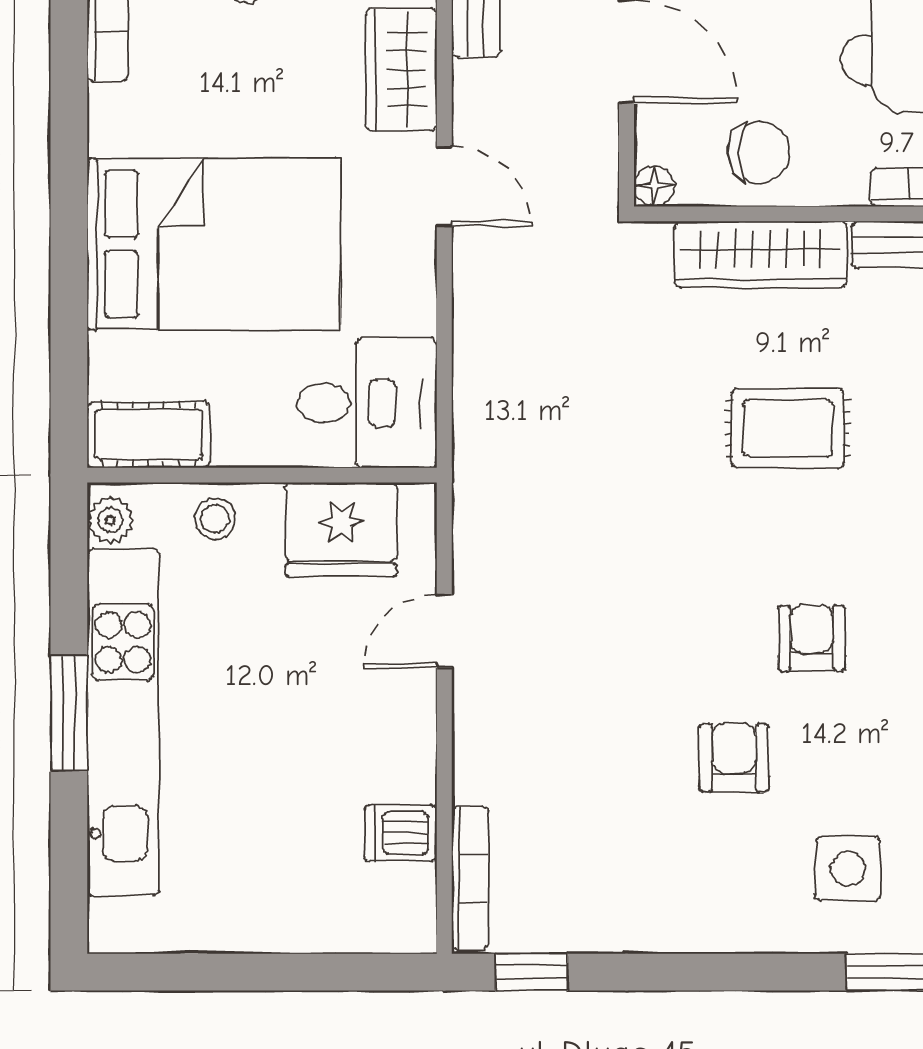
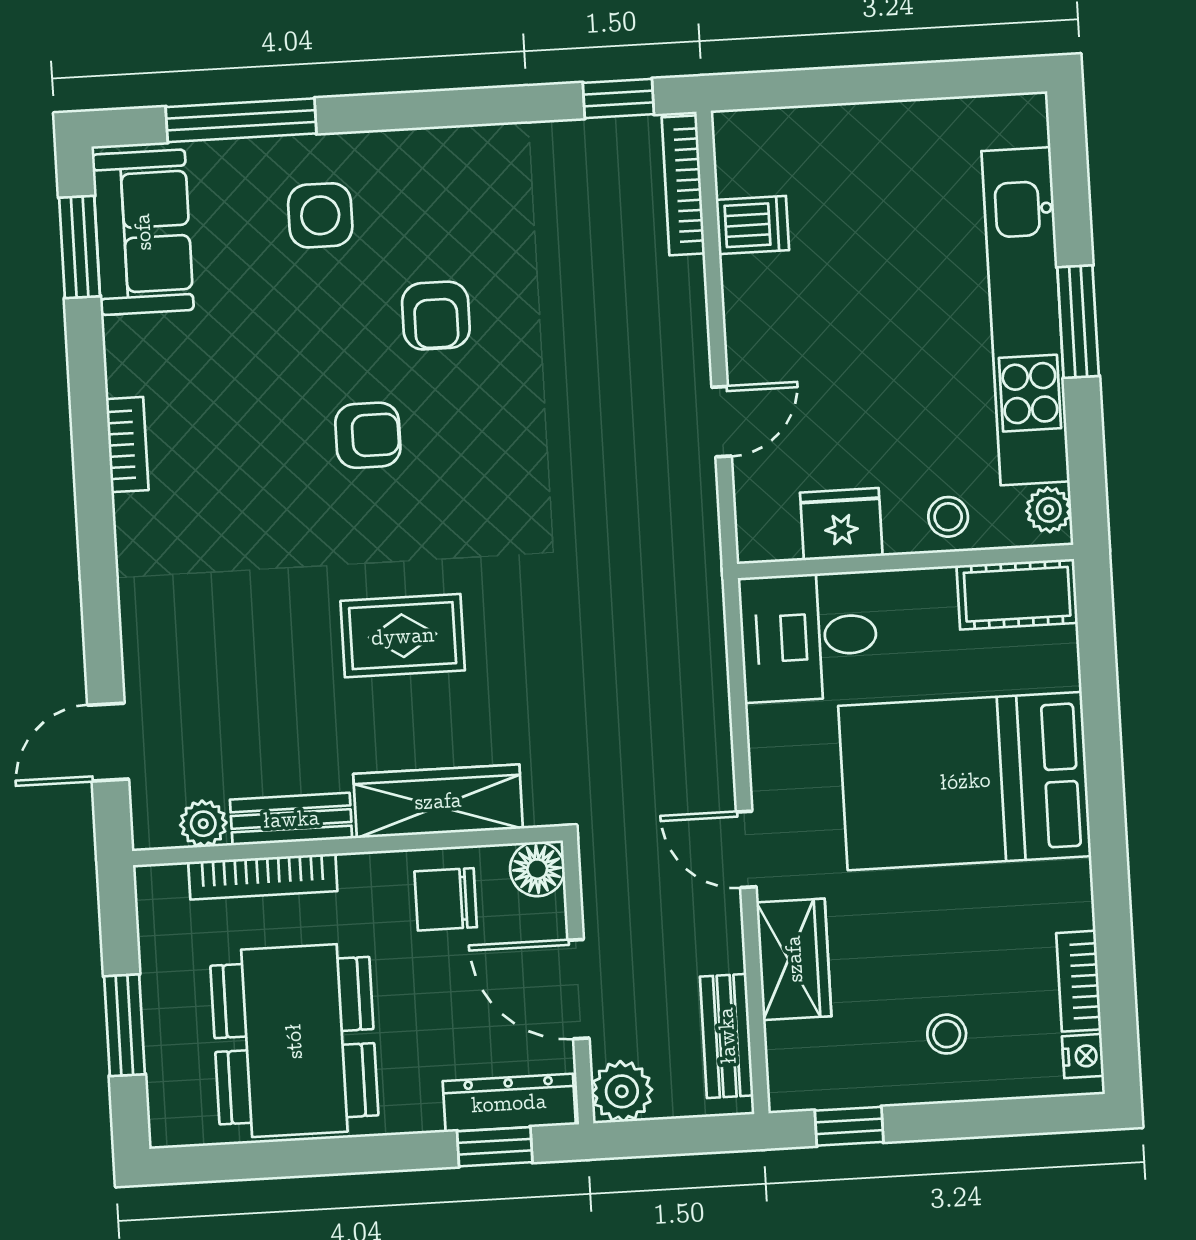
floor lamp: (654, 186) -> (537, 869), width x1.37, depth x1.37
fridge: (341, 530) -> (841, 524), width x0.73, depth x0.75
armchair: (812, 638) -> (368, 435), turned -90

